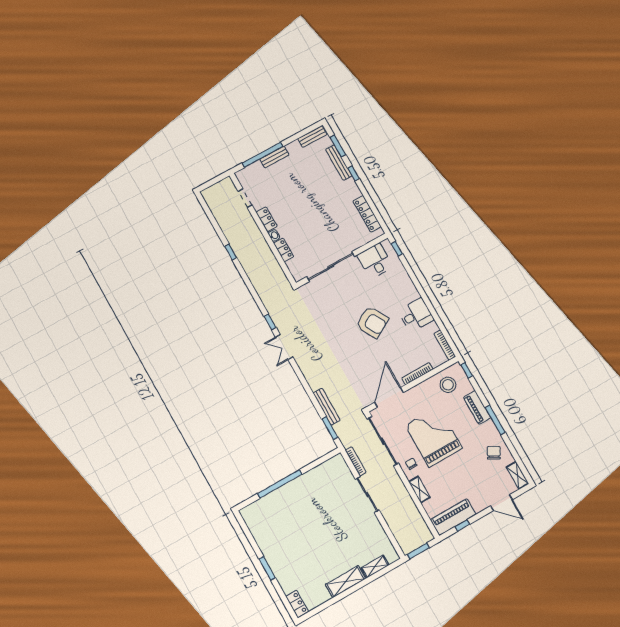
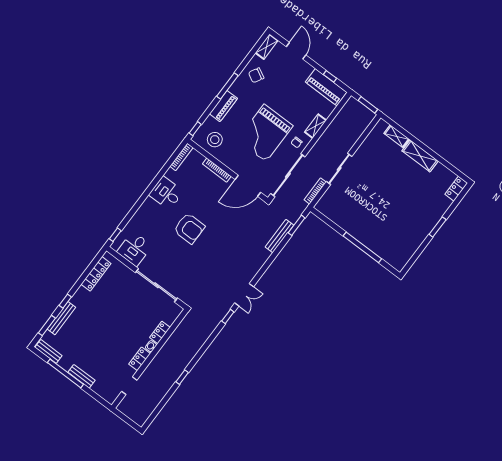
window: (263, 155) -> (65, 373), moved
armchair: (372, 322) -> (189, 228), turned 119

